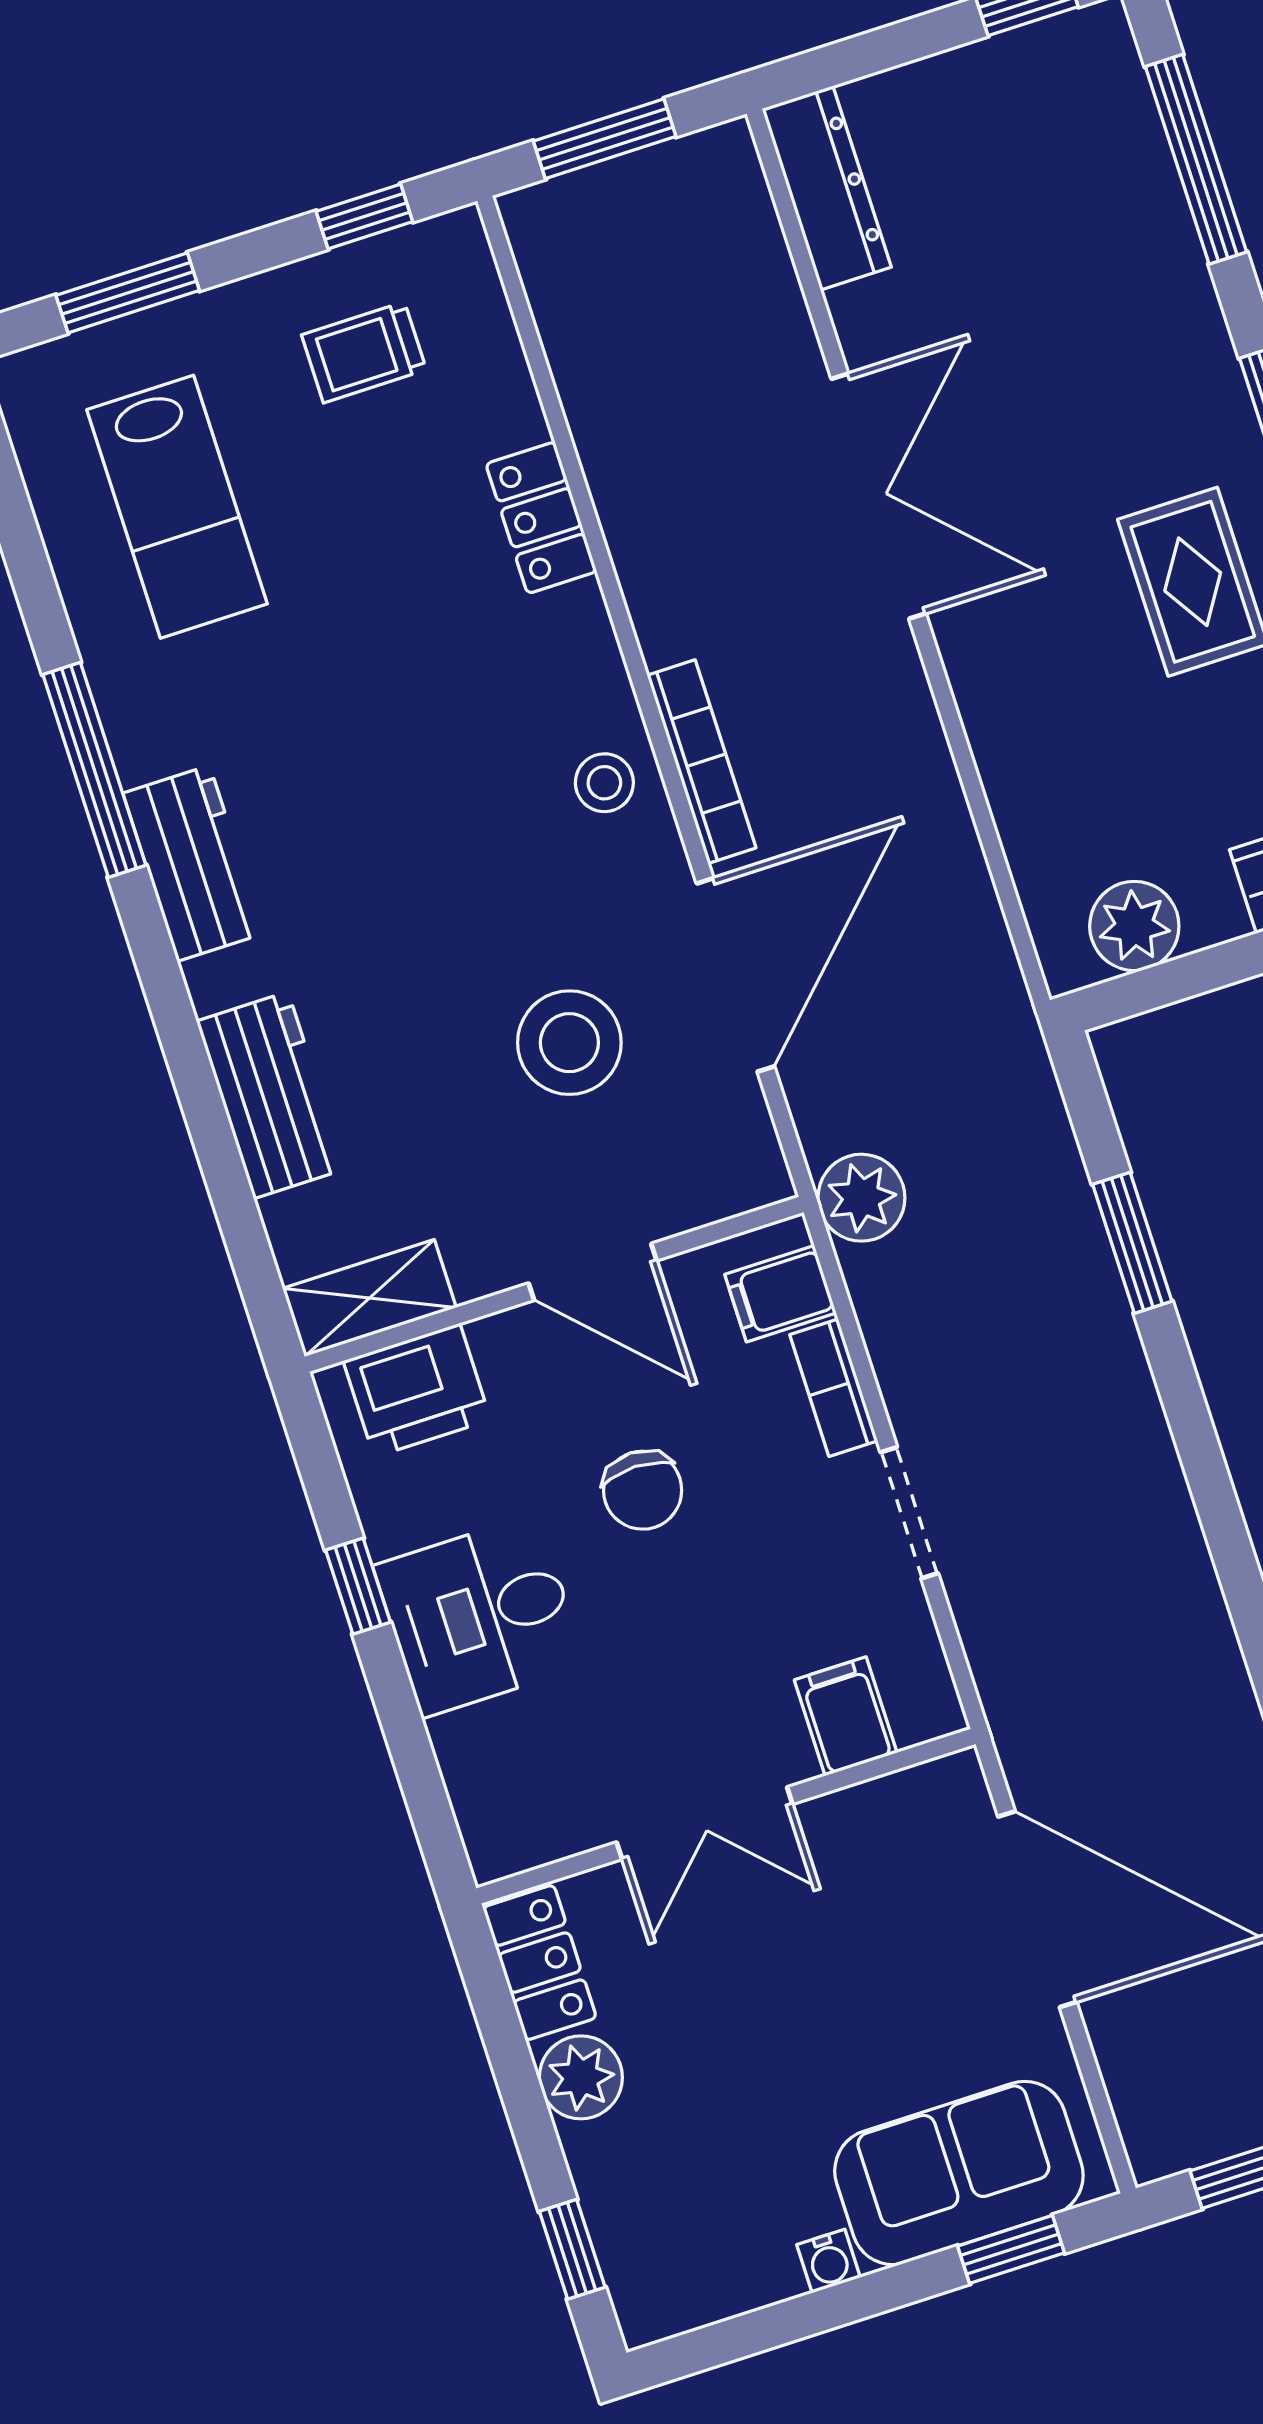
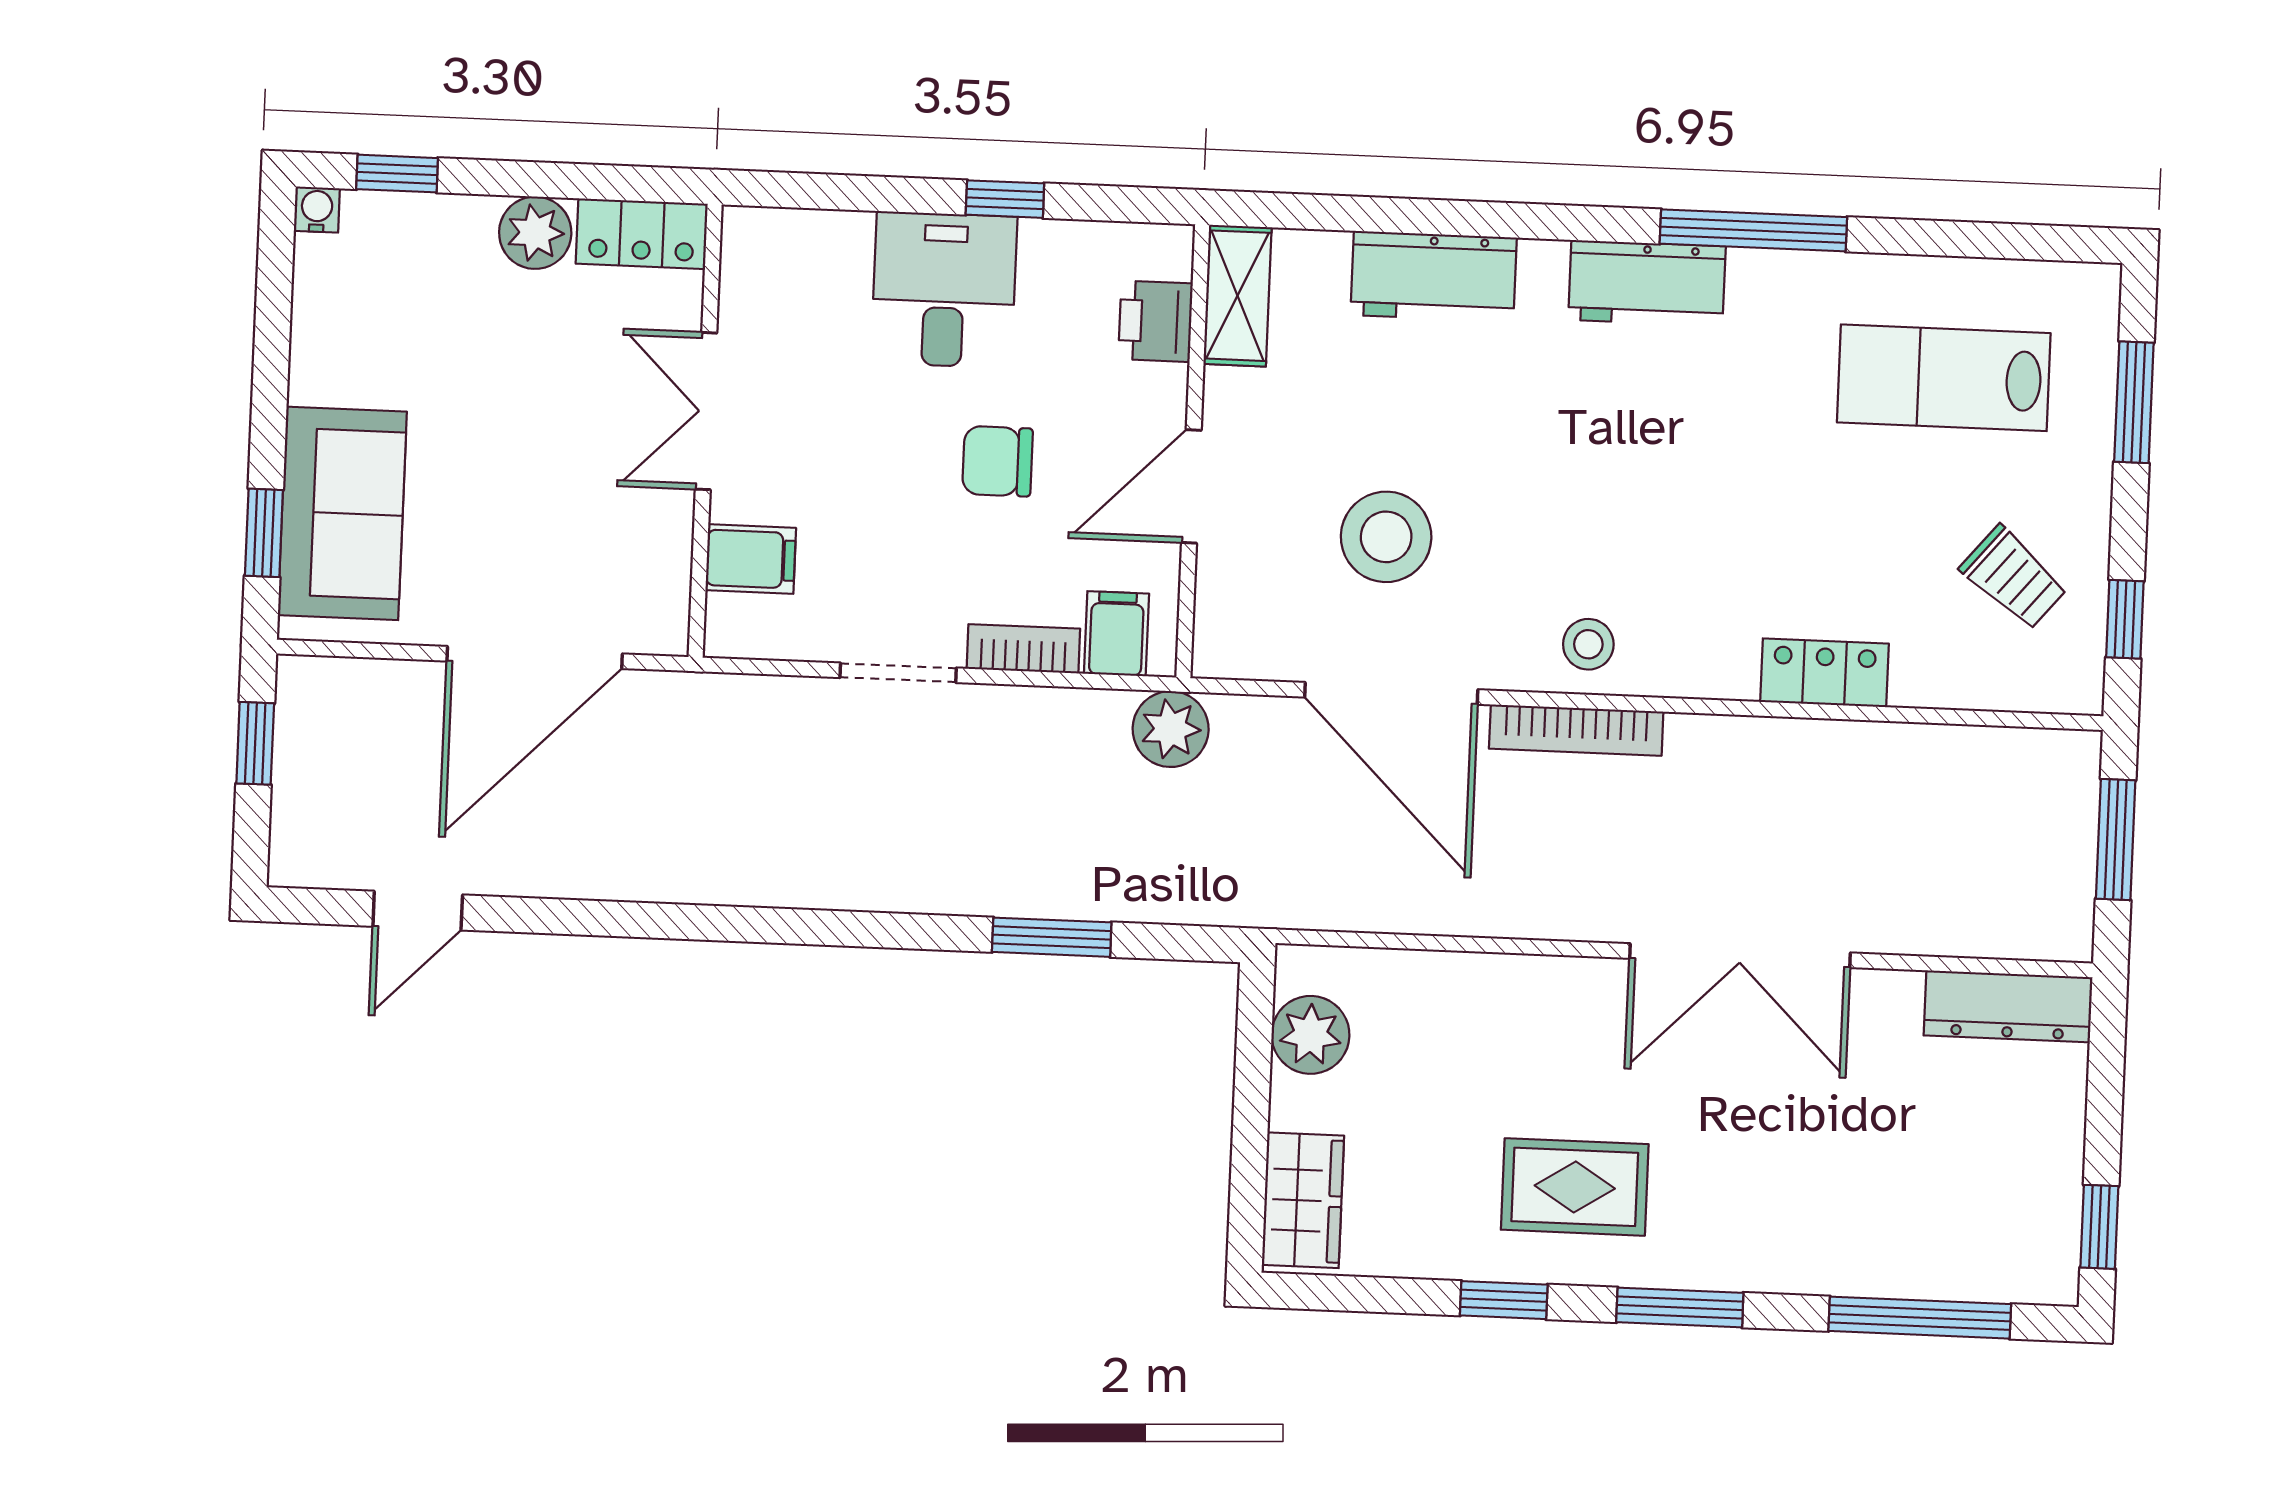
trolley: (364, 352) -> (2014, 578), turned 130
printer: (417, 1390) -> (1156, 321), width x0.73, depth x0.81
water cooler: (829, 2261) -> (317, 210), moved, turned 90

